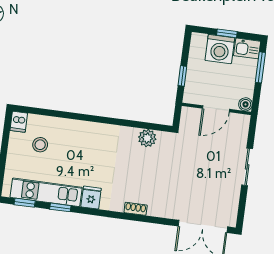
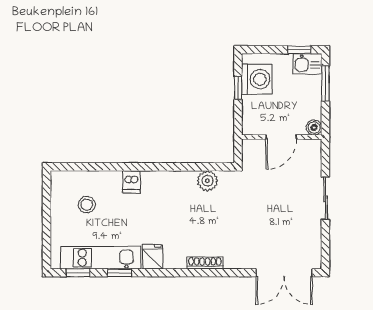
window: (227, 33) -> (299, 50), moved
washing machine: (220, 49) -> (257, 79), moved, turned -90
window: (182, 76) -> (238, 88), moved
dishwasher: (19, 122) -> (131, 182), moved
shoe rack: (136, 209) -> (205, 263), width x1.43

